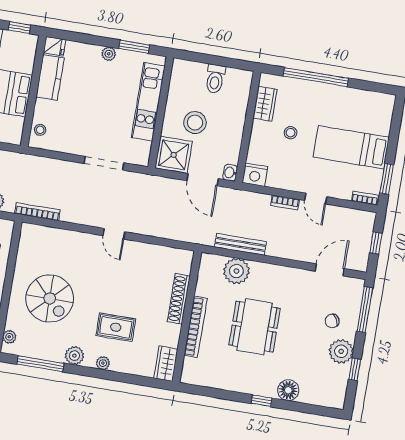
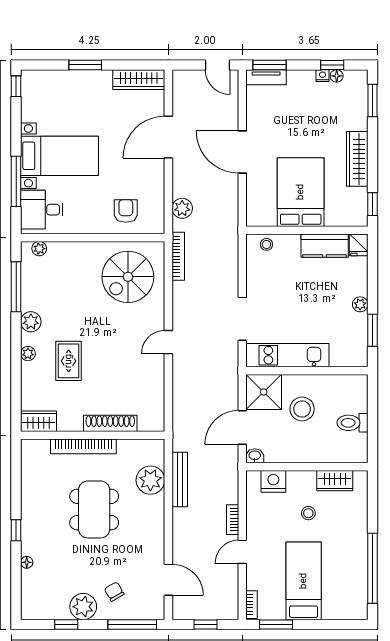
window: (316, 77) -> (372, 568), moved
kitchen unit: (148, 102) -> (287, 355), moved
nightstand: (255, 175) -> (273, 481), moved, turned 90
spiral stairs: (50, 299) -> (128, 277), moved
dining table: (255, 327) -> (94, 509), turned 90
floor lamp: (288, 390) -> (27, 562), width x0.53, depth x0.53

